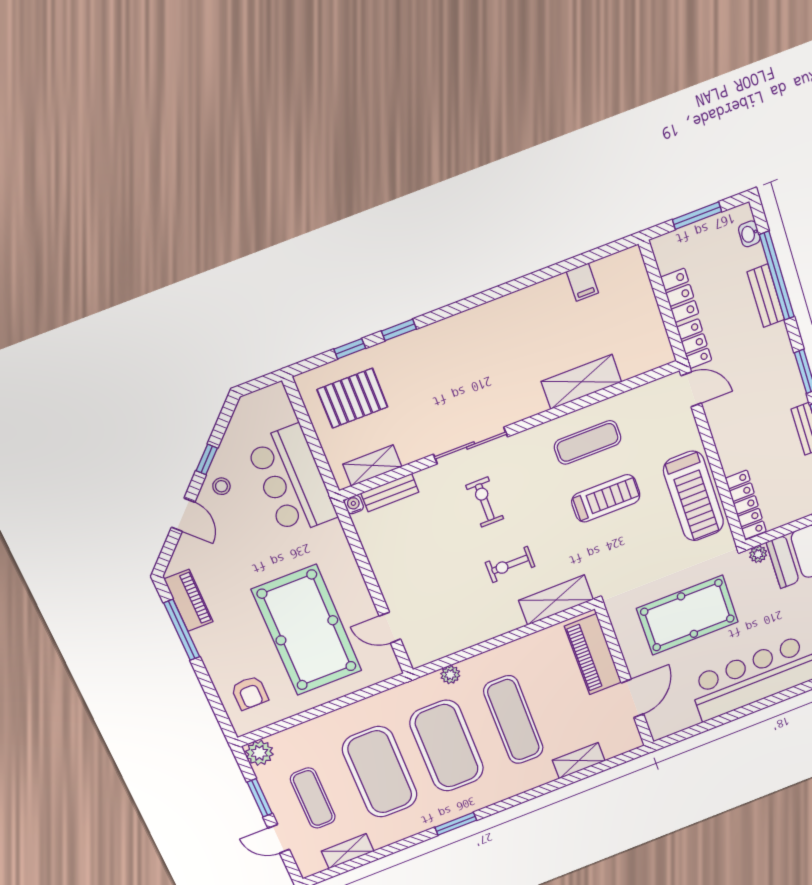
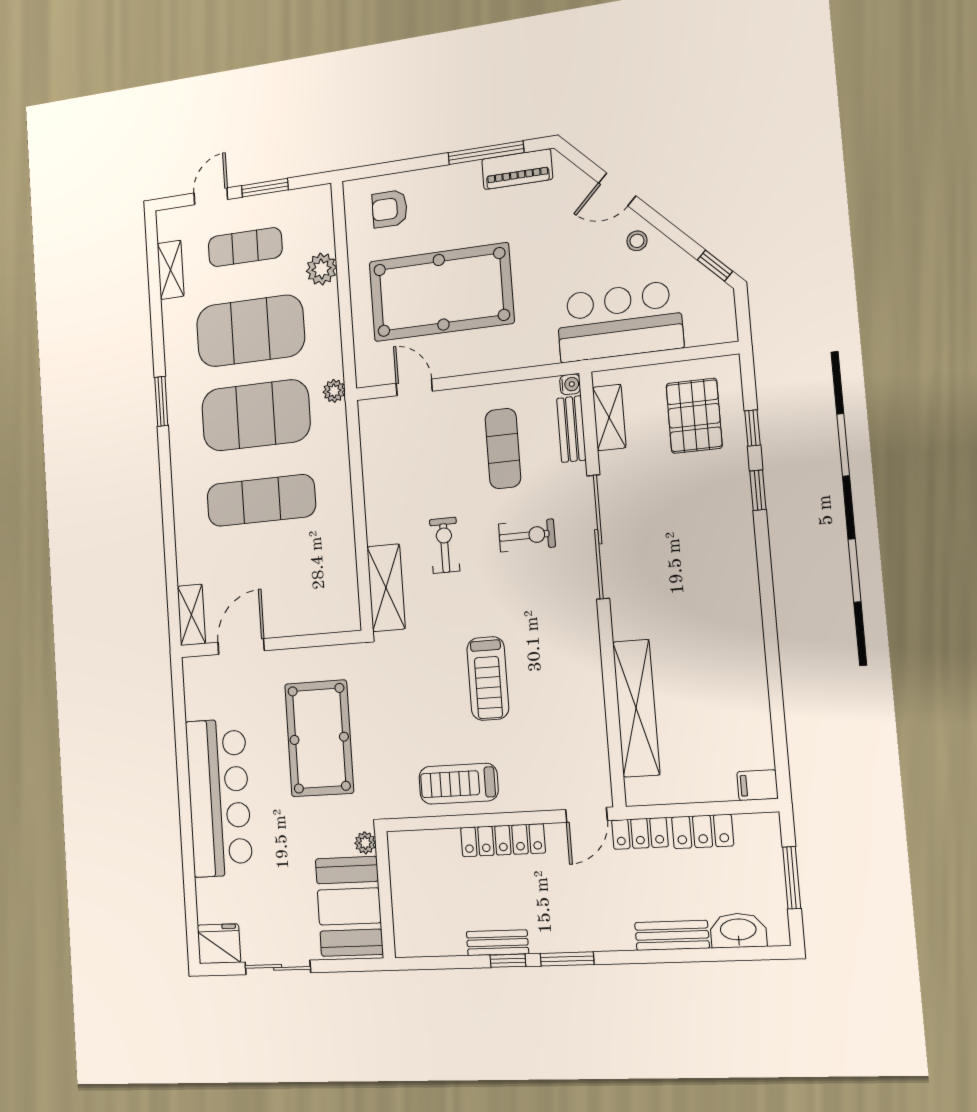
washbasin: (749, 234) -> (738, 930), width x1.91, depth x1.45
window: (777, 276) -> (692, 955), removed
filing cabinet: (582, 282) -> (757, 785), moved
shelving: (581, 382) -> (636, 708), width x1.47
exercise mat: (588, 442) -> (503, 449), moved
sliding door: (471, 446) -> (598, 537), width x1.36
window: (207, 459) -> (715, 266), moved
treadmill: (694, 496) -> (459, 784), width x0.73, depth x0.73
locker: (746, 505) -> (503, 840), moved
door: (390, 628) -> (414, 387), hinge flipped
piano: (593, 654) -> (308, 614), removed
plant: (450, 675) -> (334, 391), moved
door: (632, 698) -> (241, 646), swing flipped
plant: (259, 753) -> (321, 269), moved
shelving: (579, 761) -> (191, 615), moved

